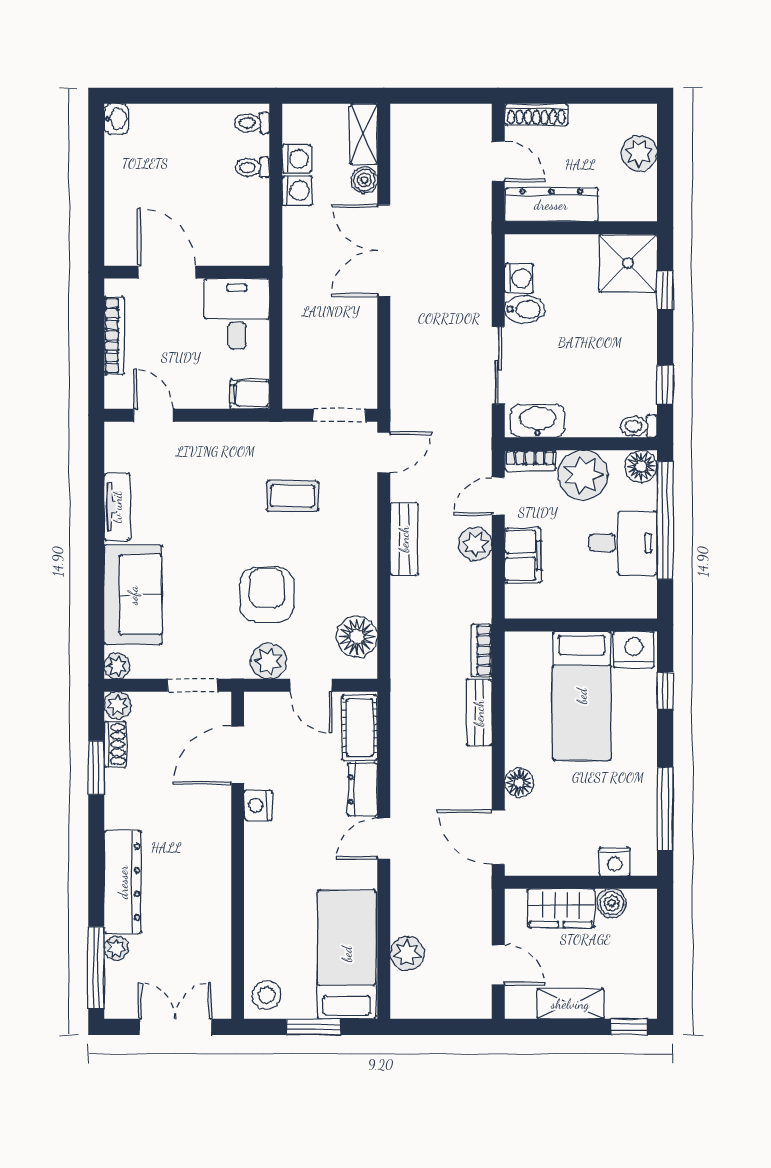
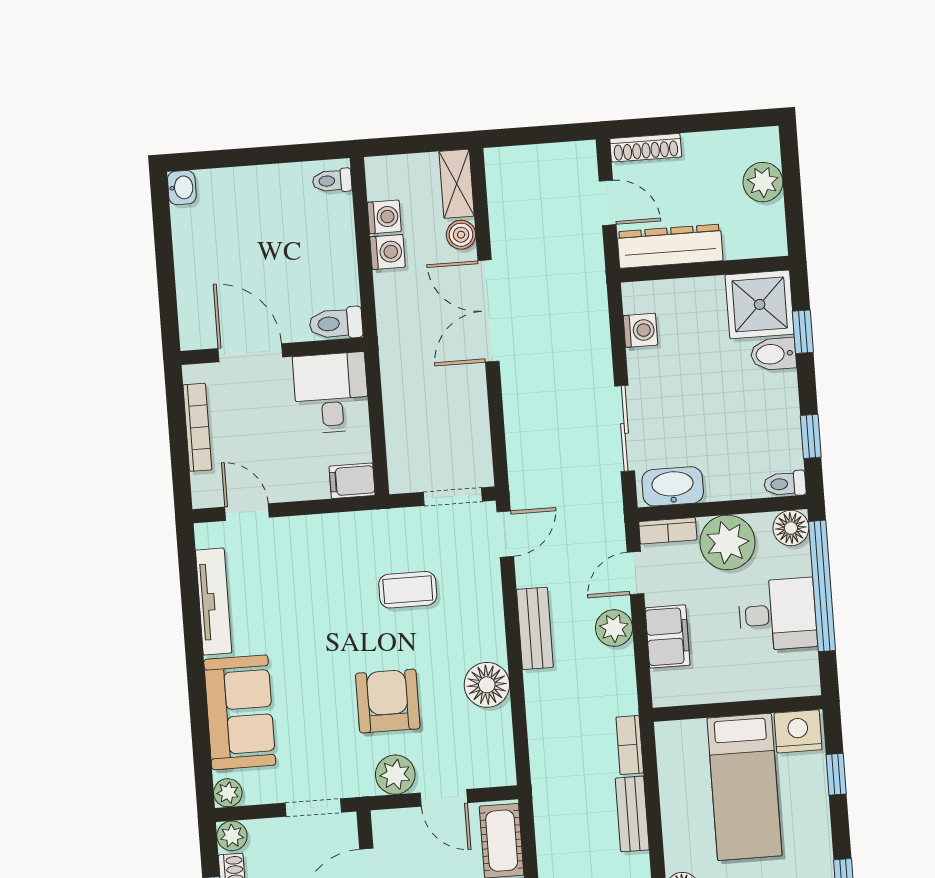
toilet: (252, 167) -> (336, 323), moved, width x1.37, depth x1.39
bidet: (525, 309) -> (773, 354), moved, turned 180
tv unit: (117, 507) -> (214, 602), width x1.41
floor lamp: (357, 636) -> (487, 685), moved

